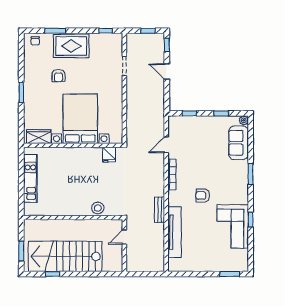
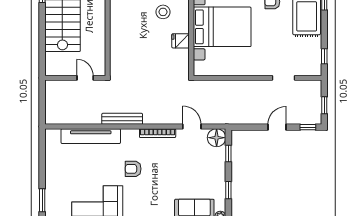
floor lamp: (176, 124) -> (217, 138), added
fridge: (109, 155) -> (181, 41), moved
armchair: (203, 196) -> (133, 169), turned -90
stool: (98, 208) -> (163, 12), moved
bench: (160, 210) -> (122, 119), width x1.36

